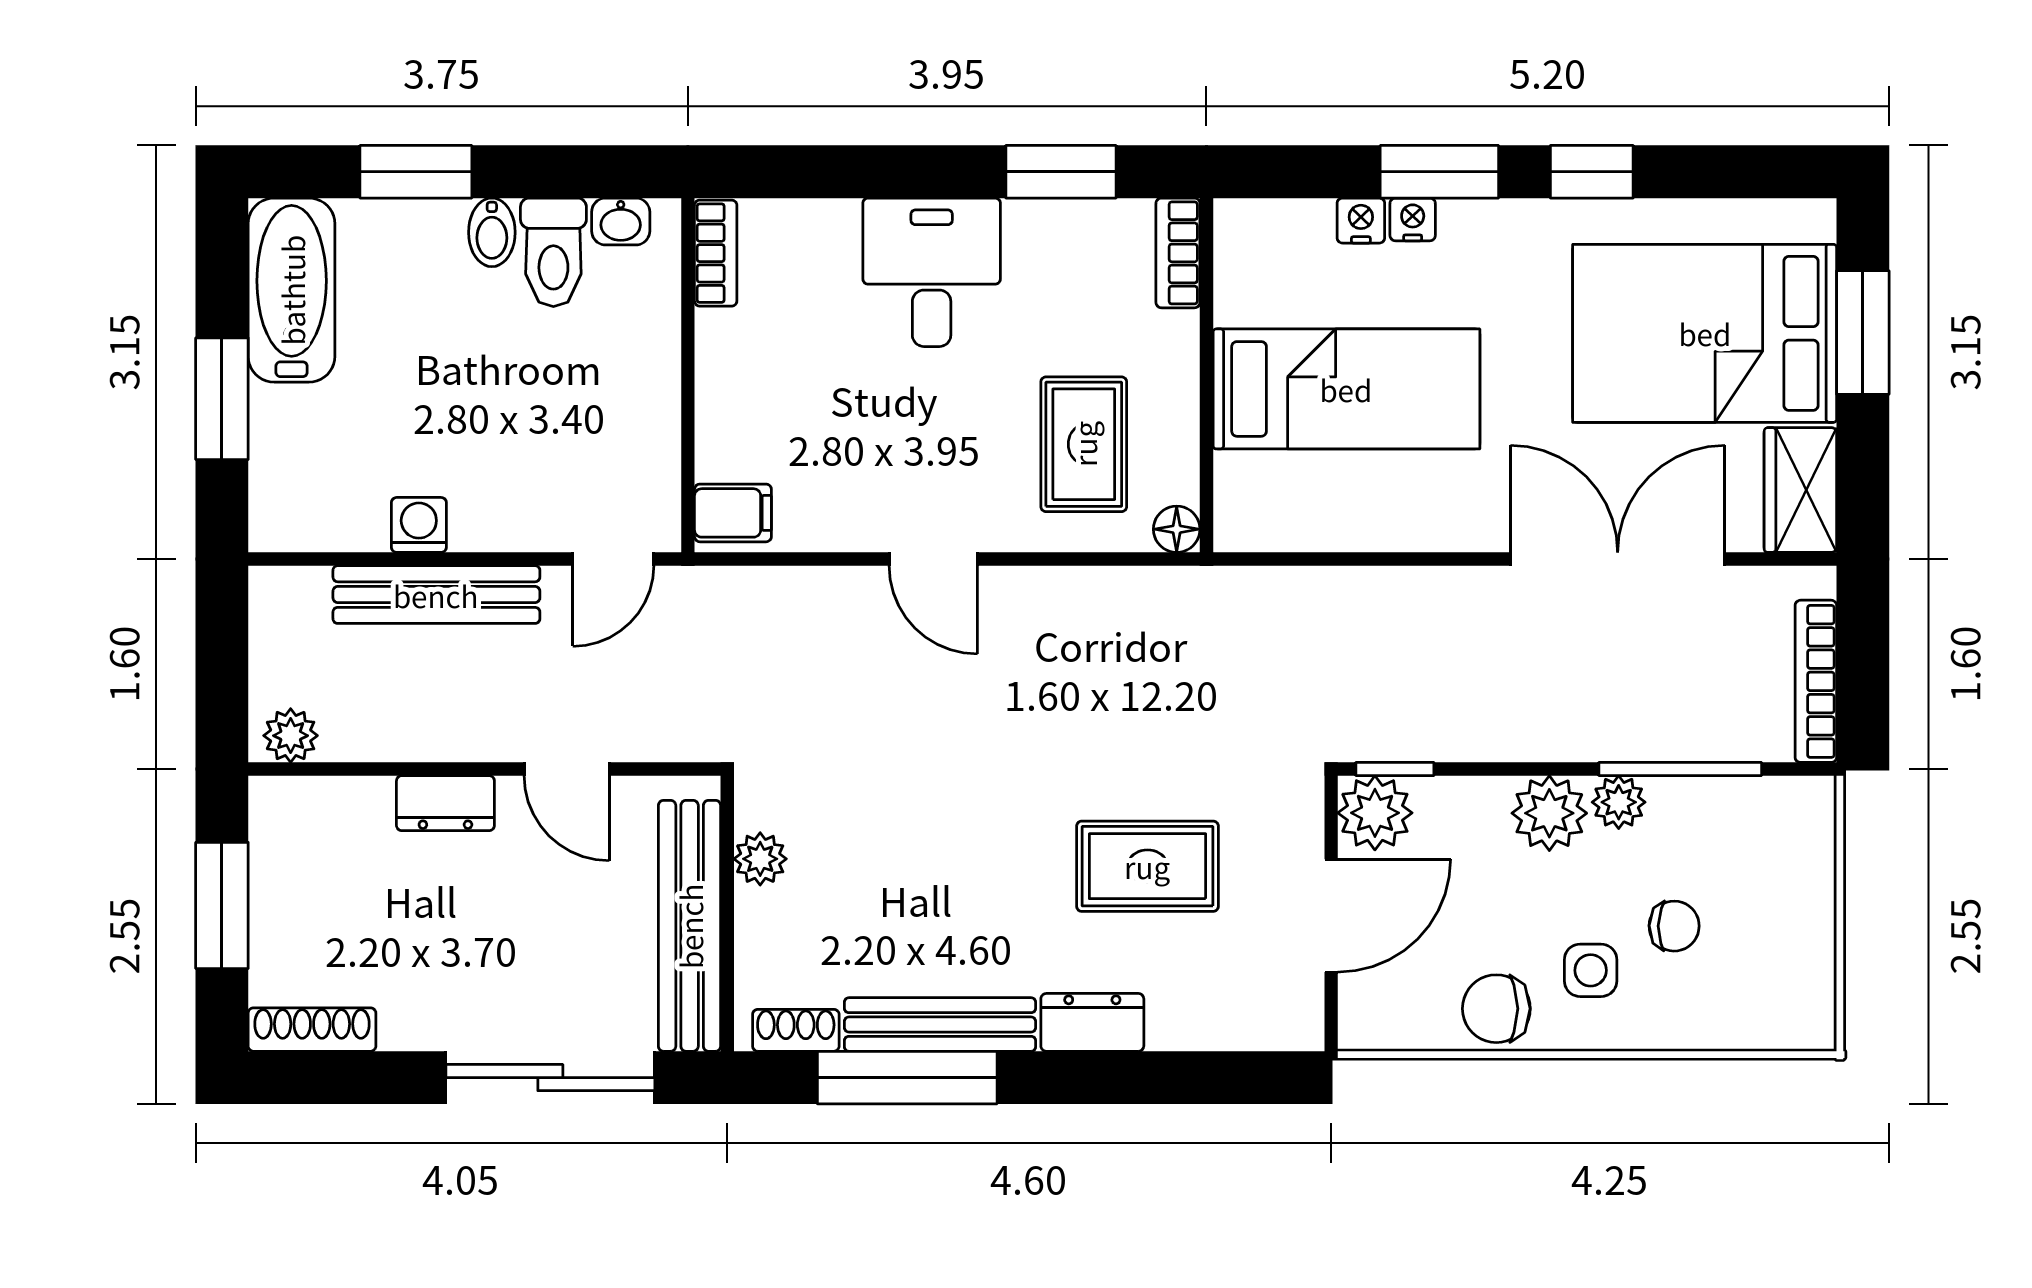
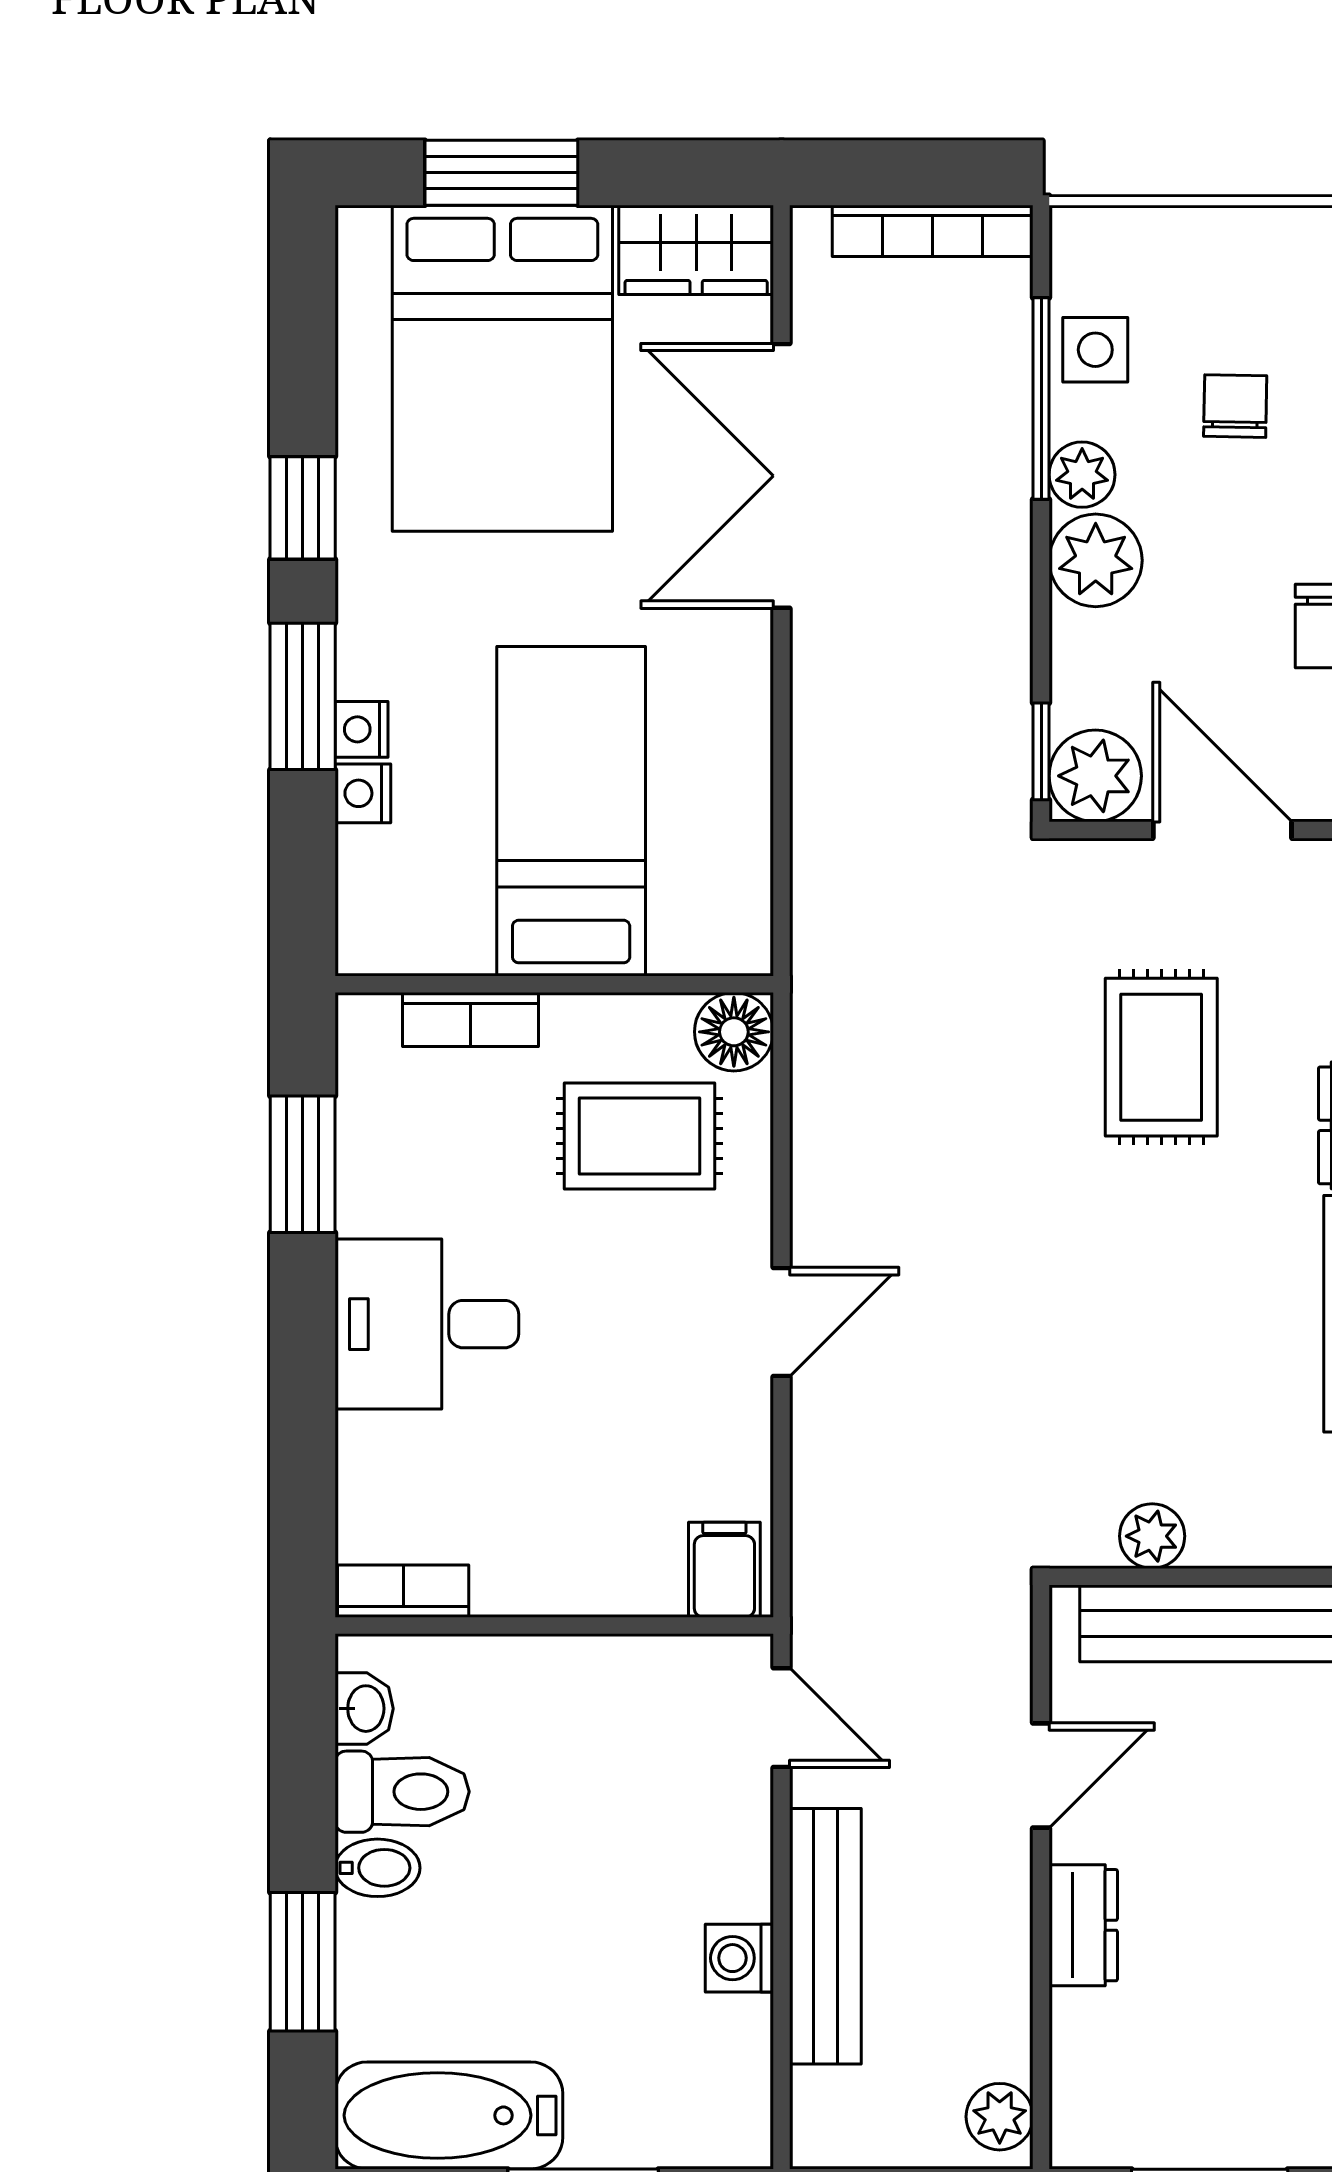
bookcase: (1178, 253) -> (471, 1020), moved
floor lamp: (1177, 529) -> (734, 1032), width x1.37, depth x1.37
side table: (1591, 970) -> (1095, 350), moved

